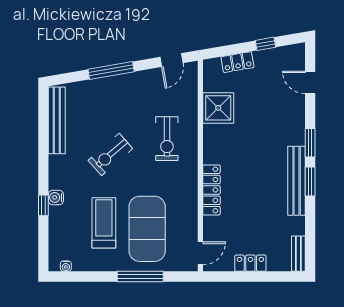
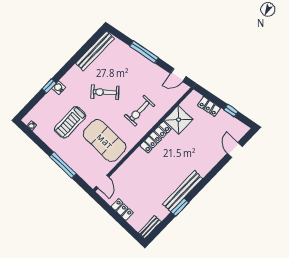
window: (310, 143) -> (207, 179), removed
window: (310, 182) -> (180, 207), moved
locker: (211, 190) -> (155, 137), moved
treadmill: (104, 223) -> (70, 122), turned 180
exercise mat: (147, 229) -> (105, 141), moved, turned 90
door: (200, 253) -> (103, 182), hinge flipped

